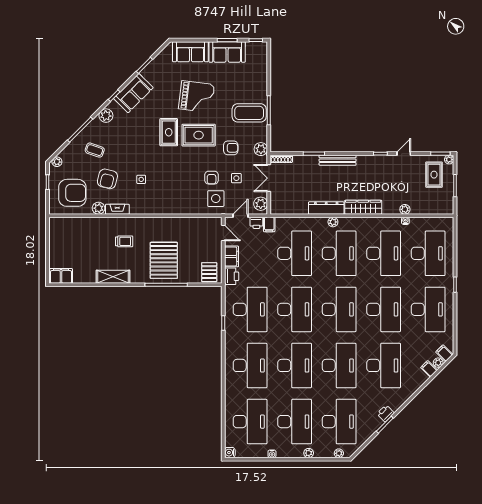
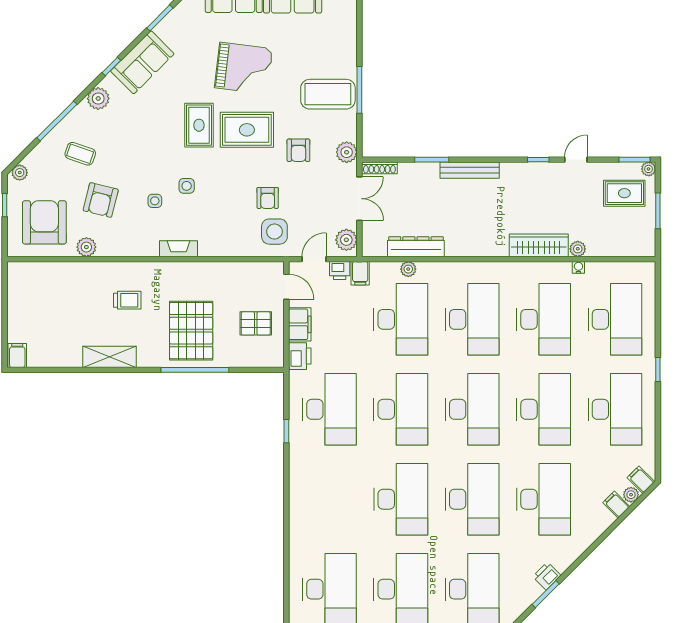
armchair: (231, 148) -> (298, 150), turned 90
rug: (434, 175) -> (624, 193), turned 90
side table: (236, 178) -> (187, 186), moved
double door: (269, 178) -> (359, 199), swing flipped
armchair: (72, 193) -> (44, 222), turned -90
wardrobe: (363, 207) -> (539, 245), moved
dresser: (326, 208) -> (416, 247), moved
fireplace: (117, 209) -> (178, 249), moved
plant: (333, 222) -> (408, 269), moved
pallet: (209, 272) -> (256, 323), moved, turned 90
filing cabinet: (61, 276) -> (17, 355), width x0.50
desk: (250, 365) -> (329, 499), removed

